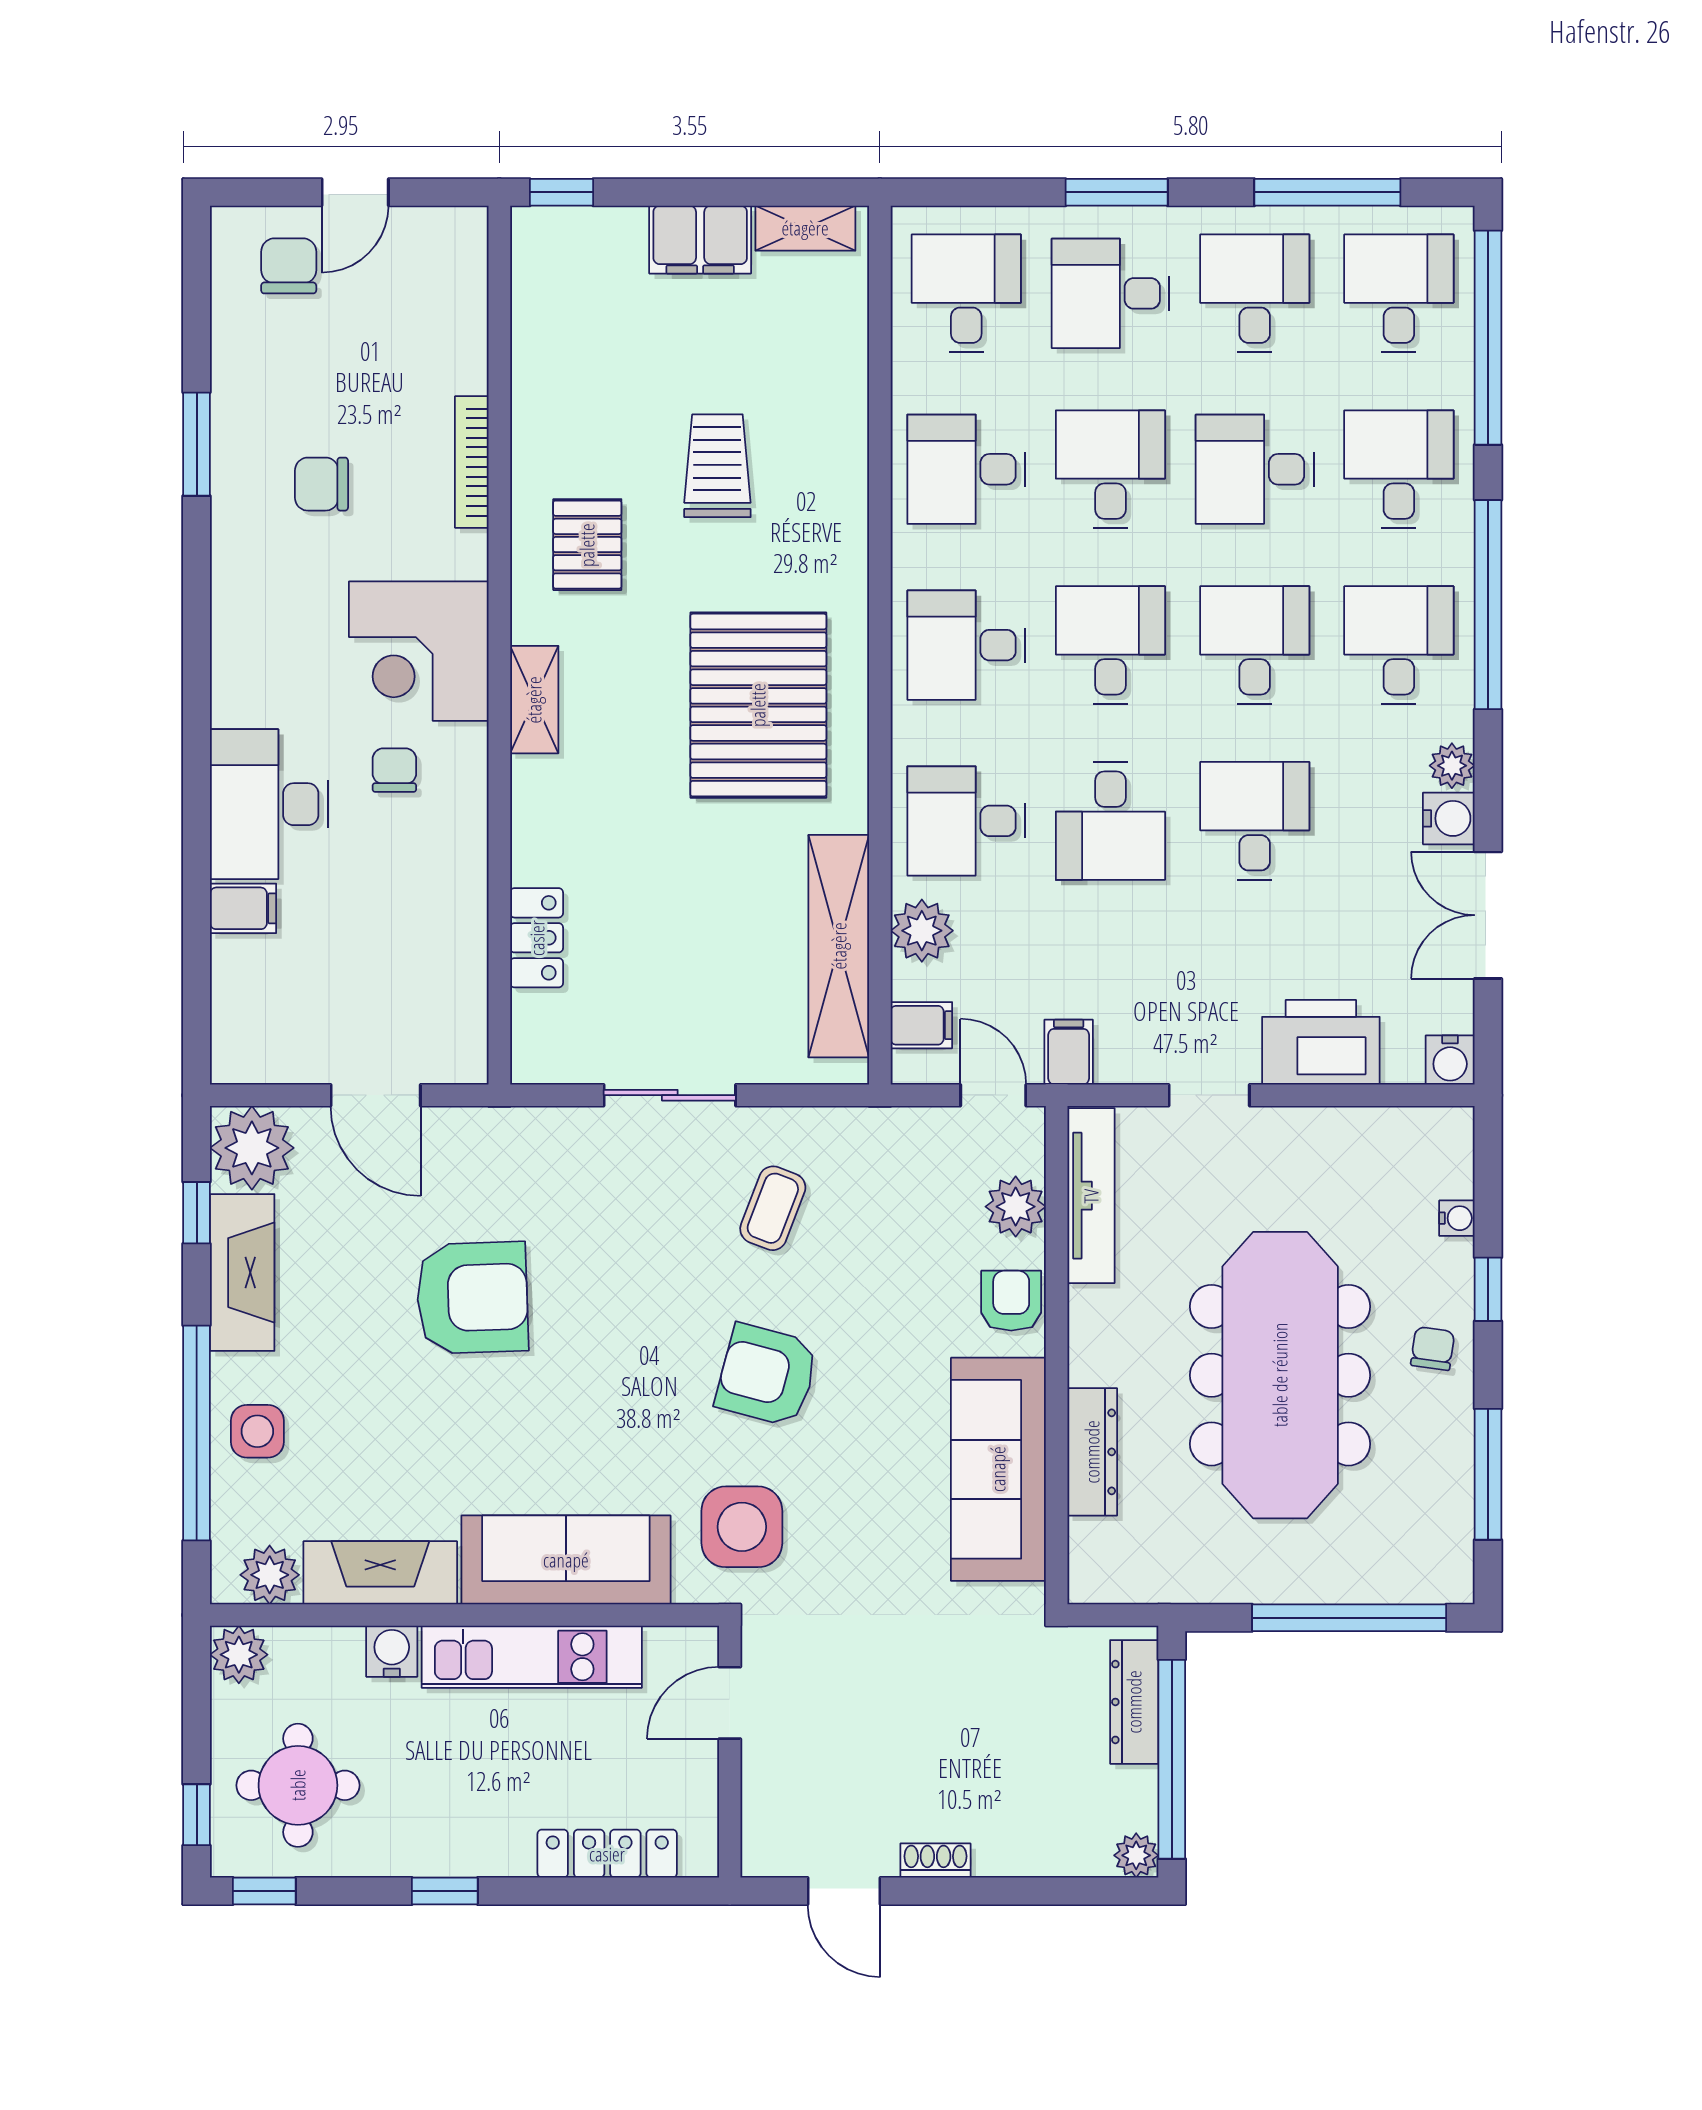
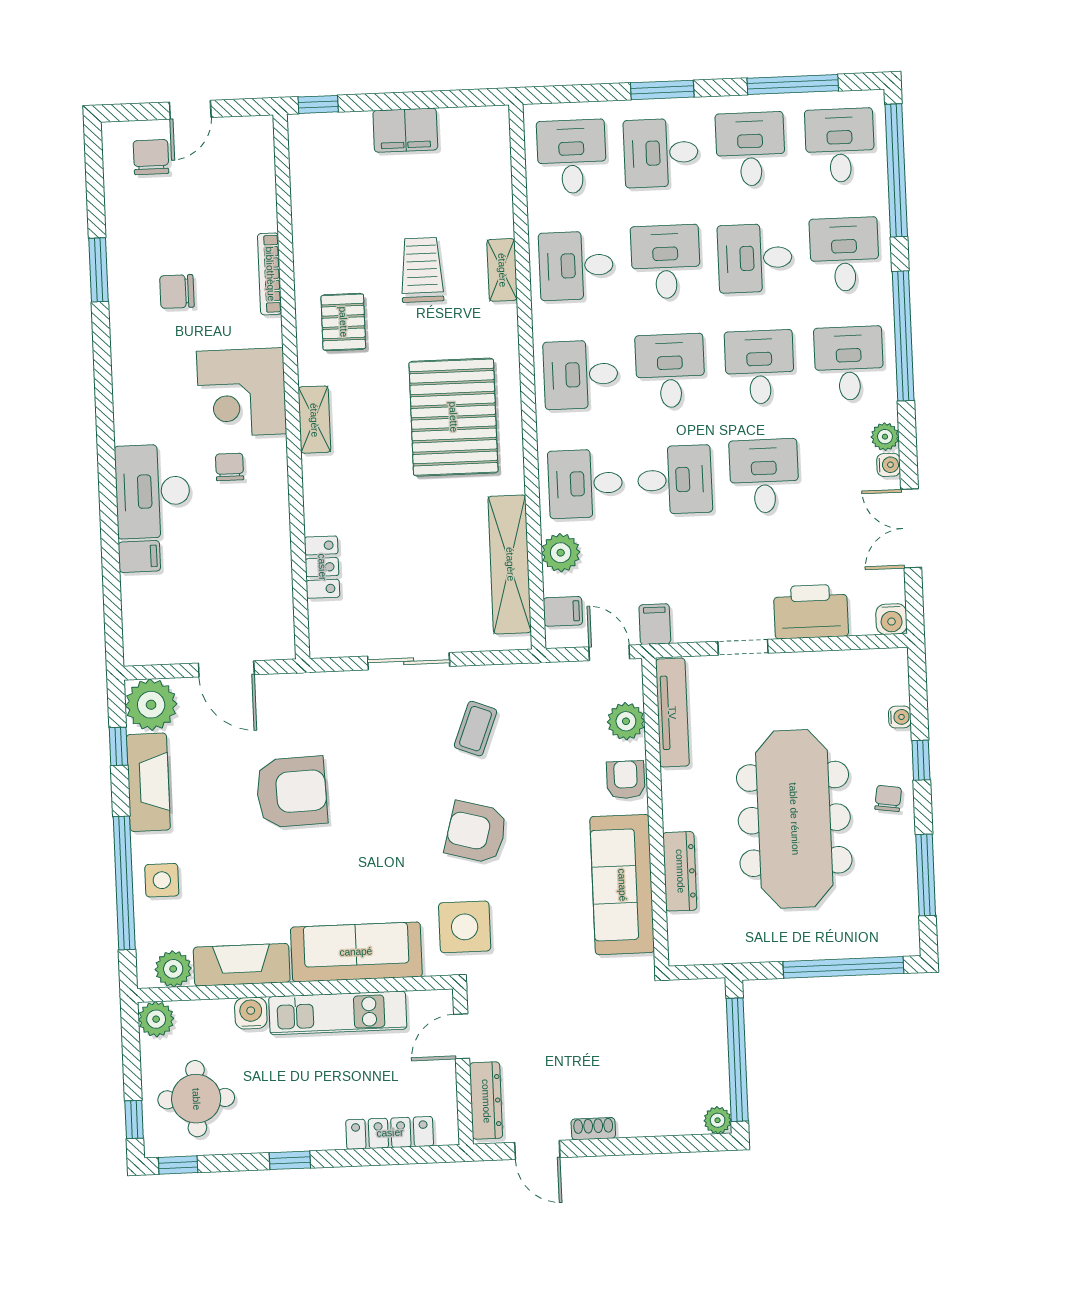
shelving: (805, 228) -> (502, 270), moved, turned 90
water cooler: (1449, 818) -> (889, 465), width x0.72, depth x0.72
desk: (1110, 821) -> (675, 480), turned -90
dresser: (1134, 1702) -> (486, 1101), moved, turned 180

